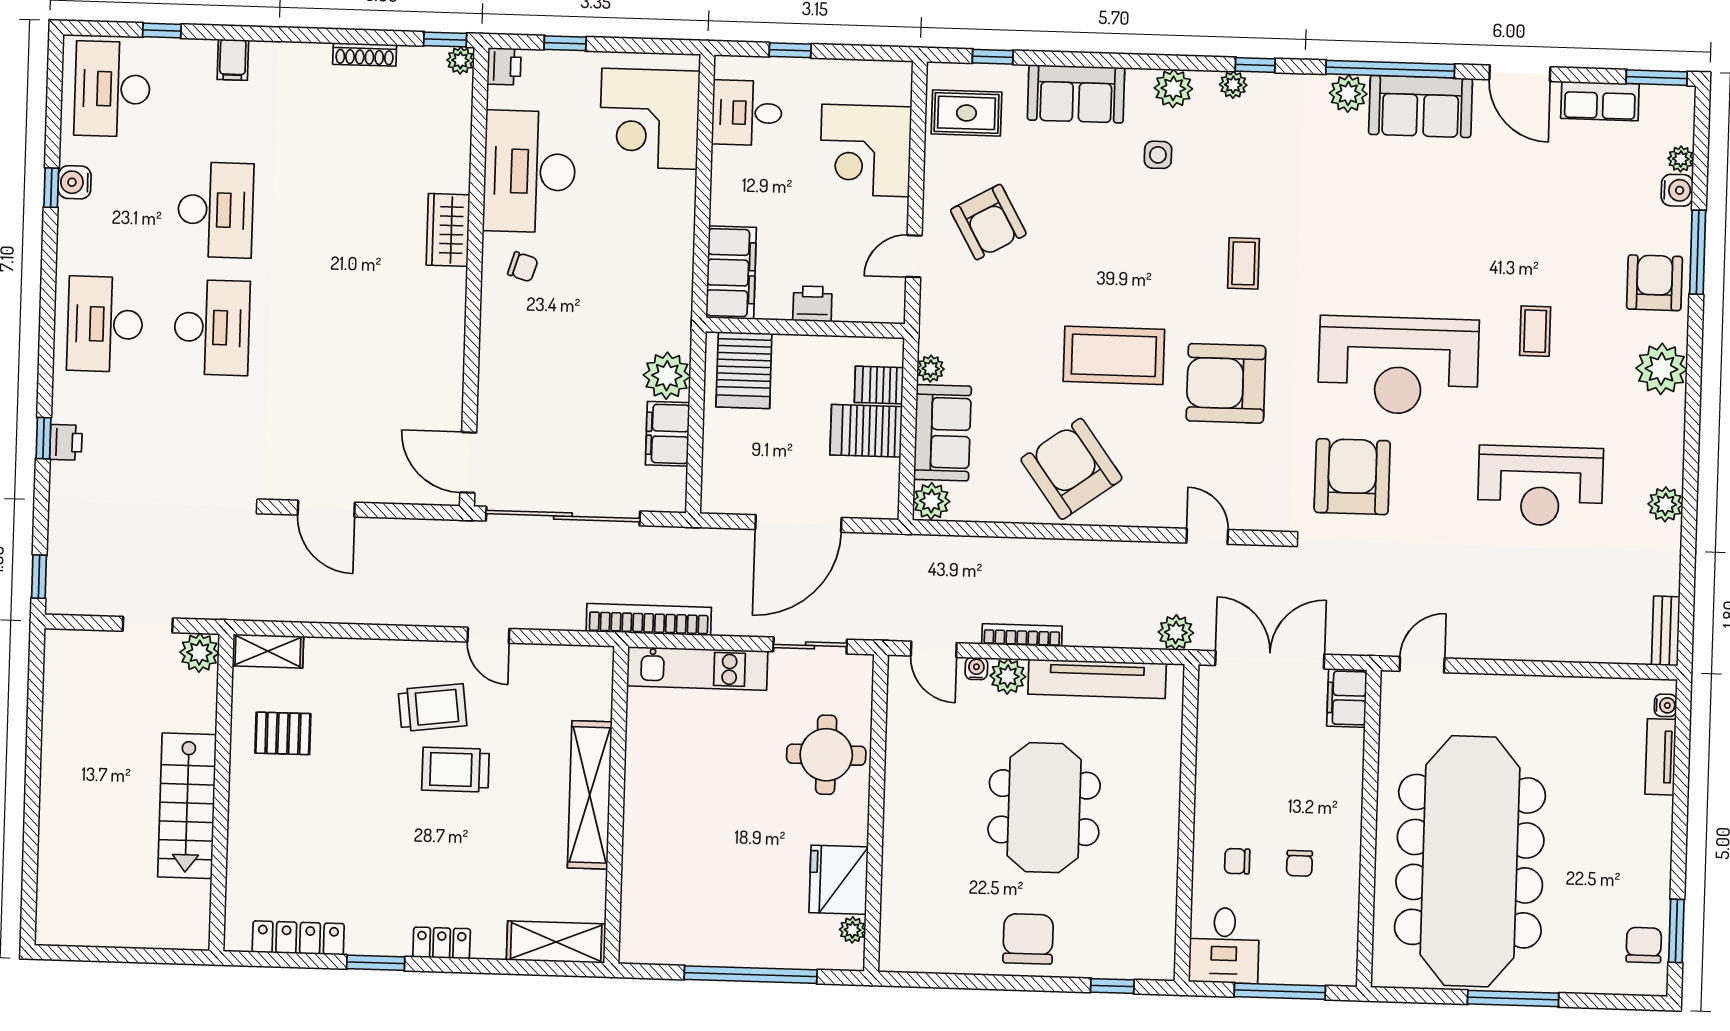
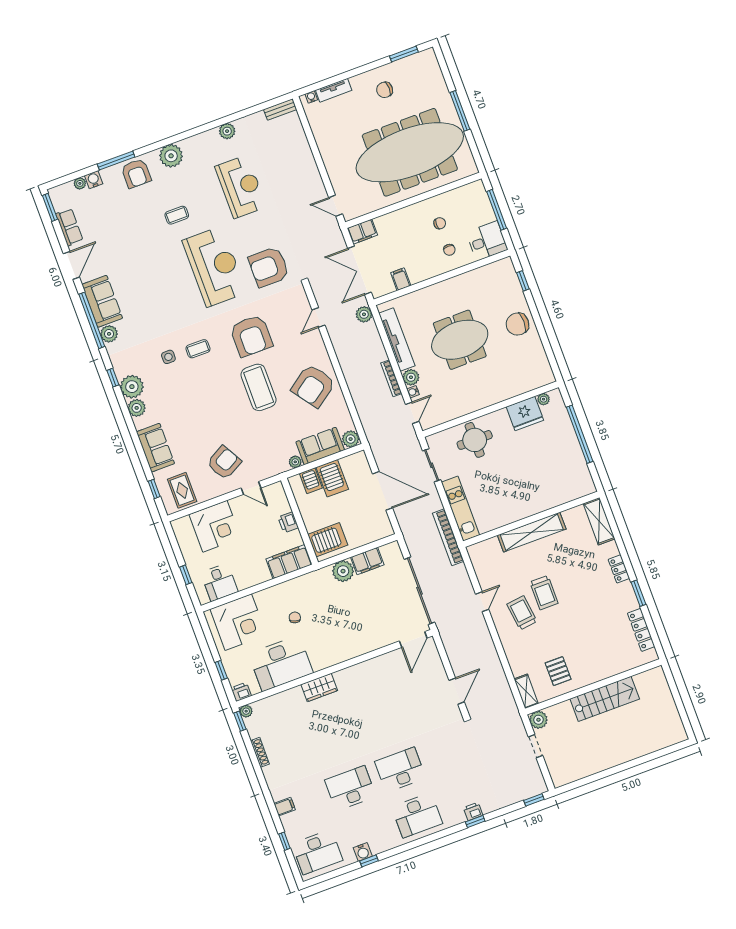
plant: (1233, 85) -> (132, 387), width x1.88, depth x1.88
side table: (1158, 155) -> (168, 357), moved
chair: (523, 267) -> (295, 617), moved
armchair: (1655, 283) -> (136, 173), turned -90
filing cabinet: (1217, 737) -> (401, 279), added
chair: (1644, 945) -> (385, 90), moved

